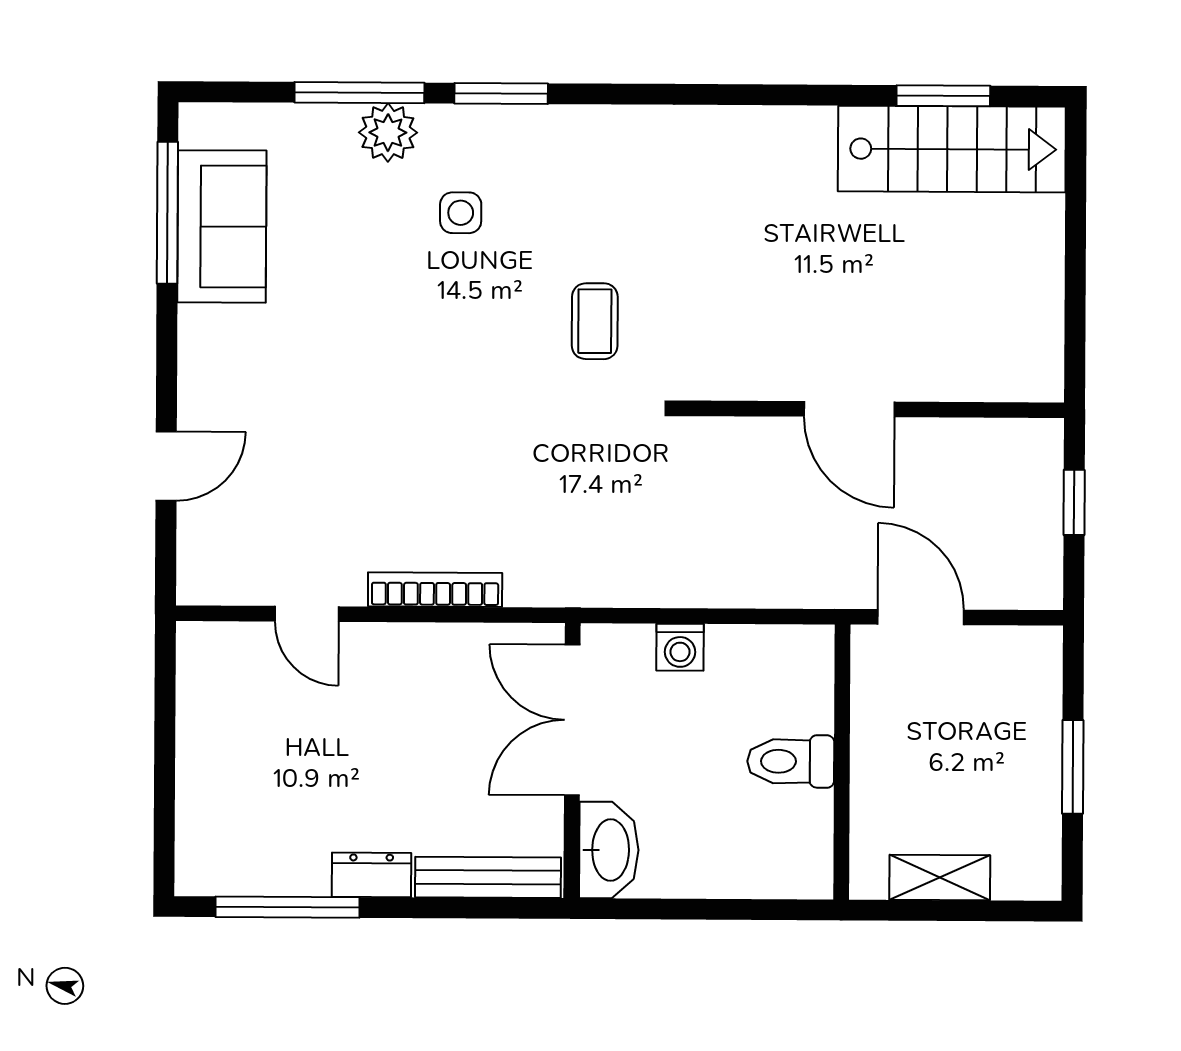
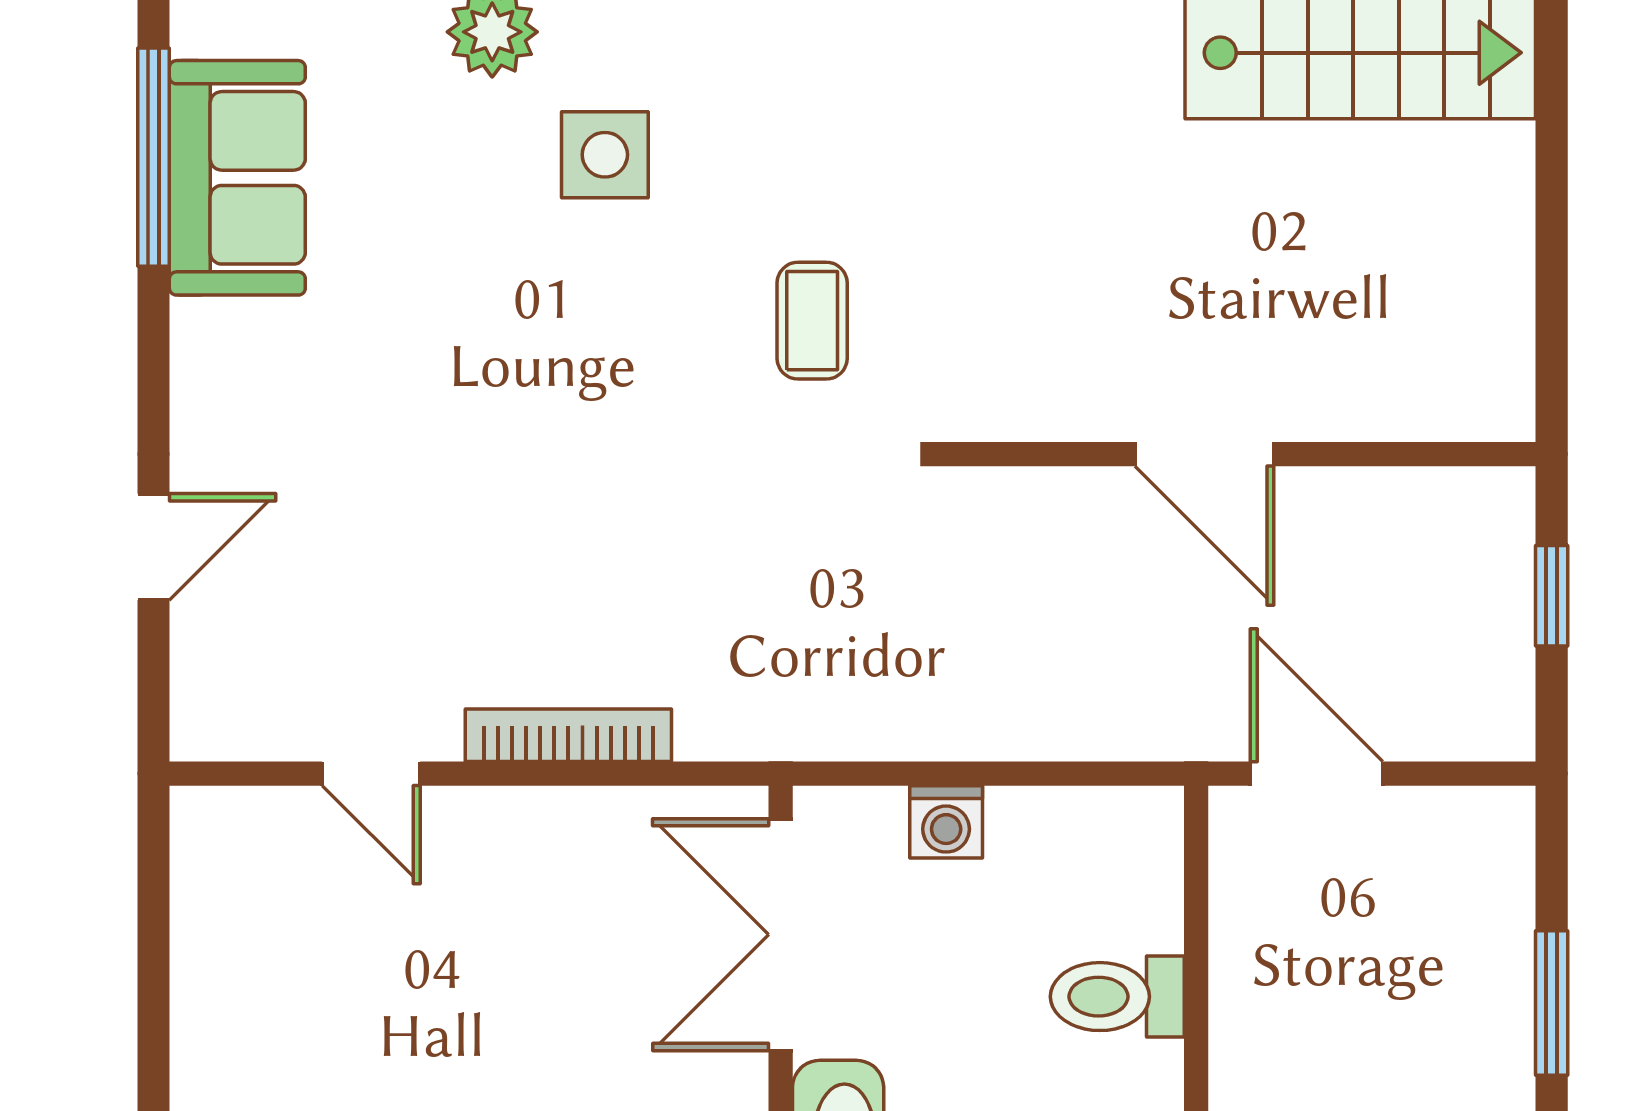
side table: (461, 213) -> (605, 155), width x1.37, depth x1.37

